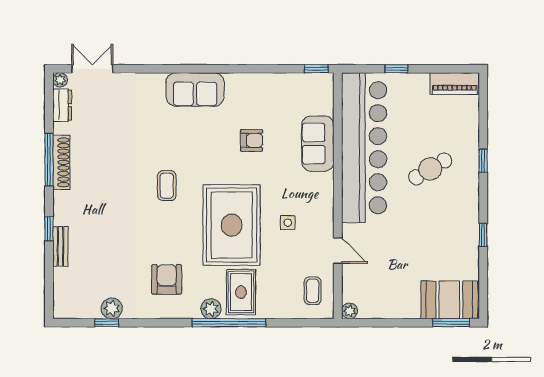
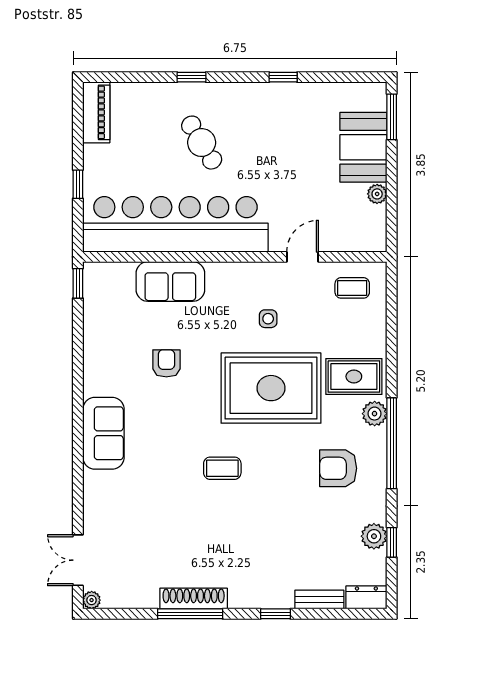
dresser: (62, 105) -> (366, 597), moved
bench: (60, 246) -> (319, 600), moved
booth: (449, 300) -> (363, 147), moved
plant: (350, 311) -> (377, 194), moved
window: (229, 323) -> (392, 443), moved

